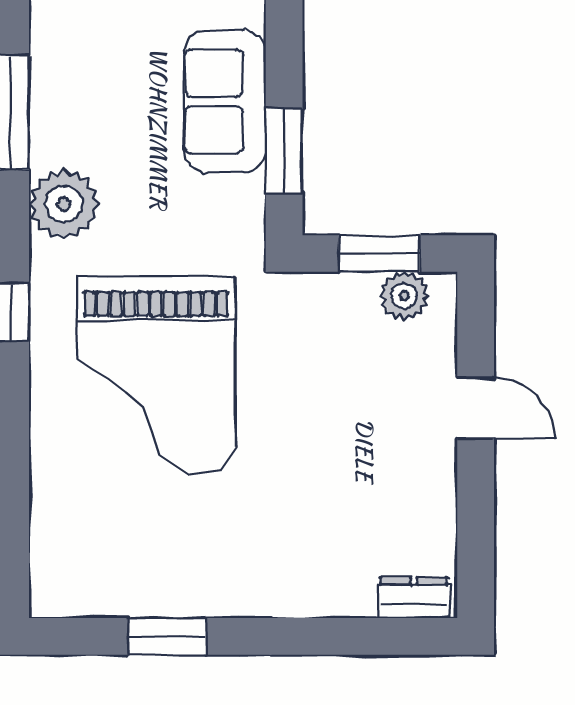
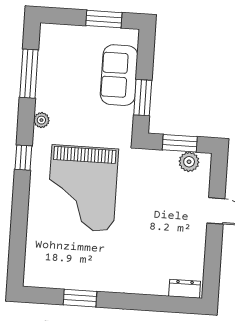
plant: (64, 204) -> (41, 120), width x0.53, depth x0.53

